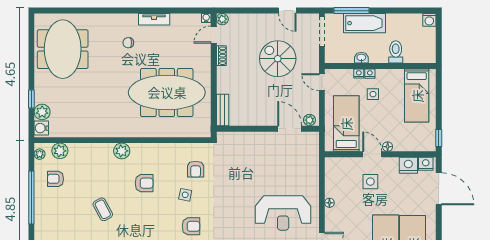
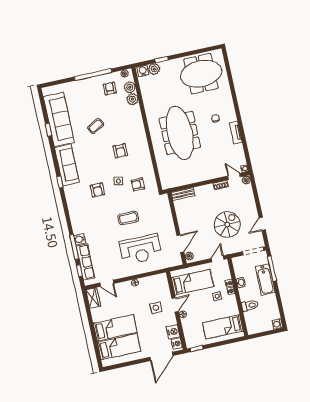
meeting table: (167, 92) -> (180, 133), moved
plant: (122, 151) -> (132, 99), moved
coffee table: (239, 193) -> (128, 218), added
reception desk: (283, 213) -> (141, 249), moved, turned -90

